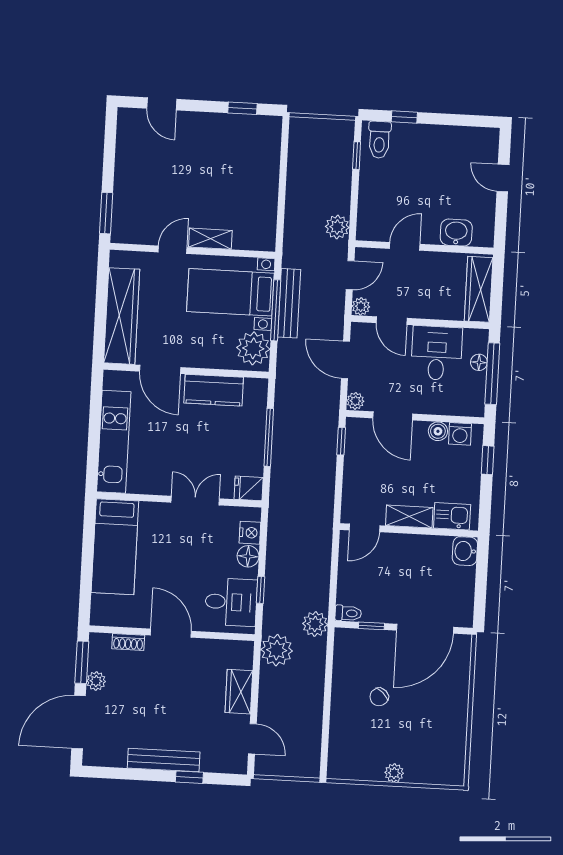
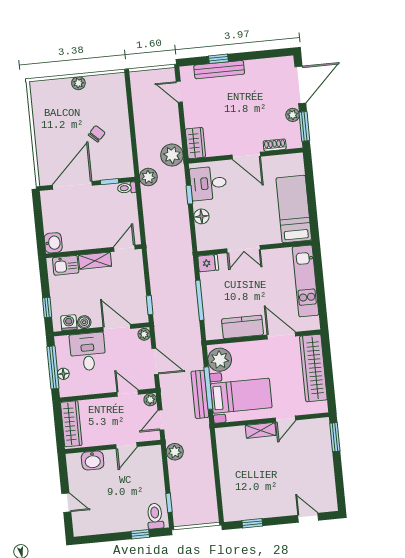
desk: (437, 353) -> (88, 352), moved, turned 180
nightstand: (250, 533) -> (203, 233), removed
wardrobe: (239, 692) -> (195, 143), moved
bench: (164, 760) -> (219, 70), moved

